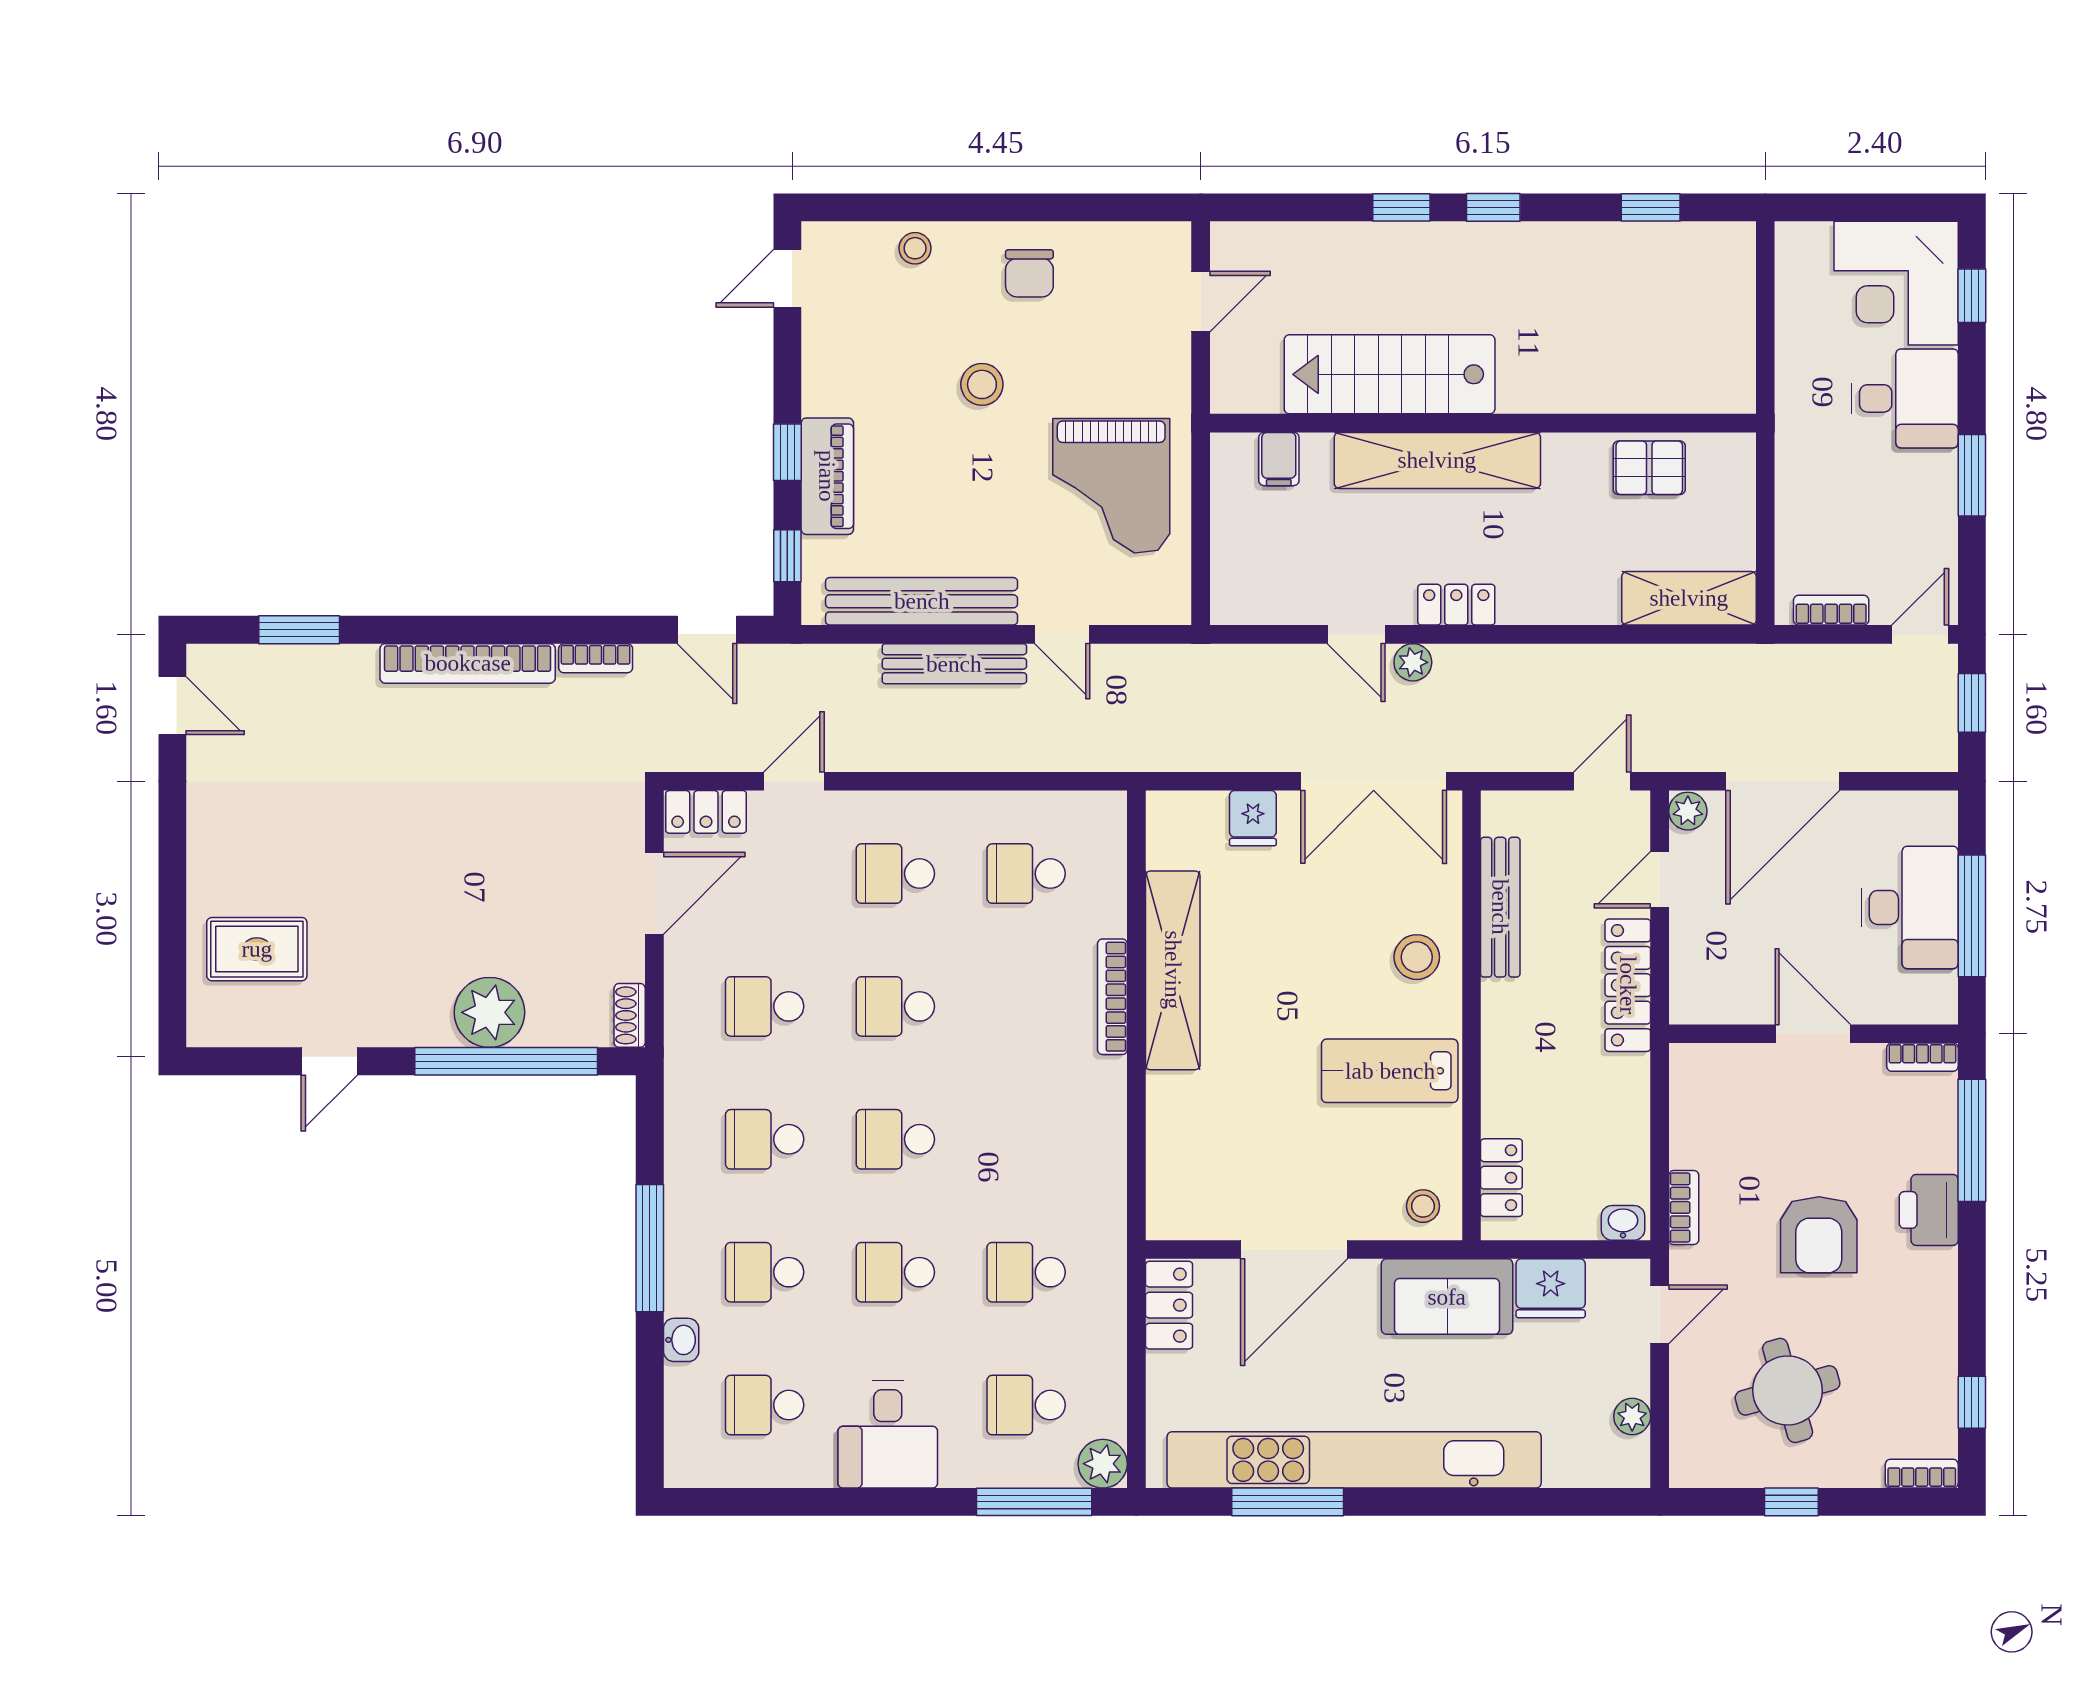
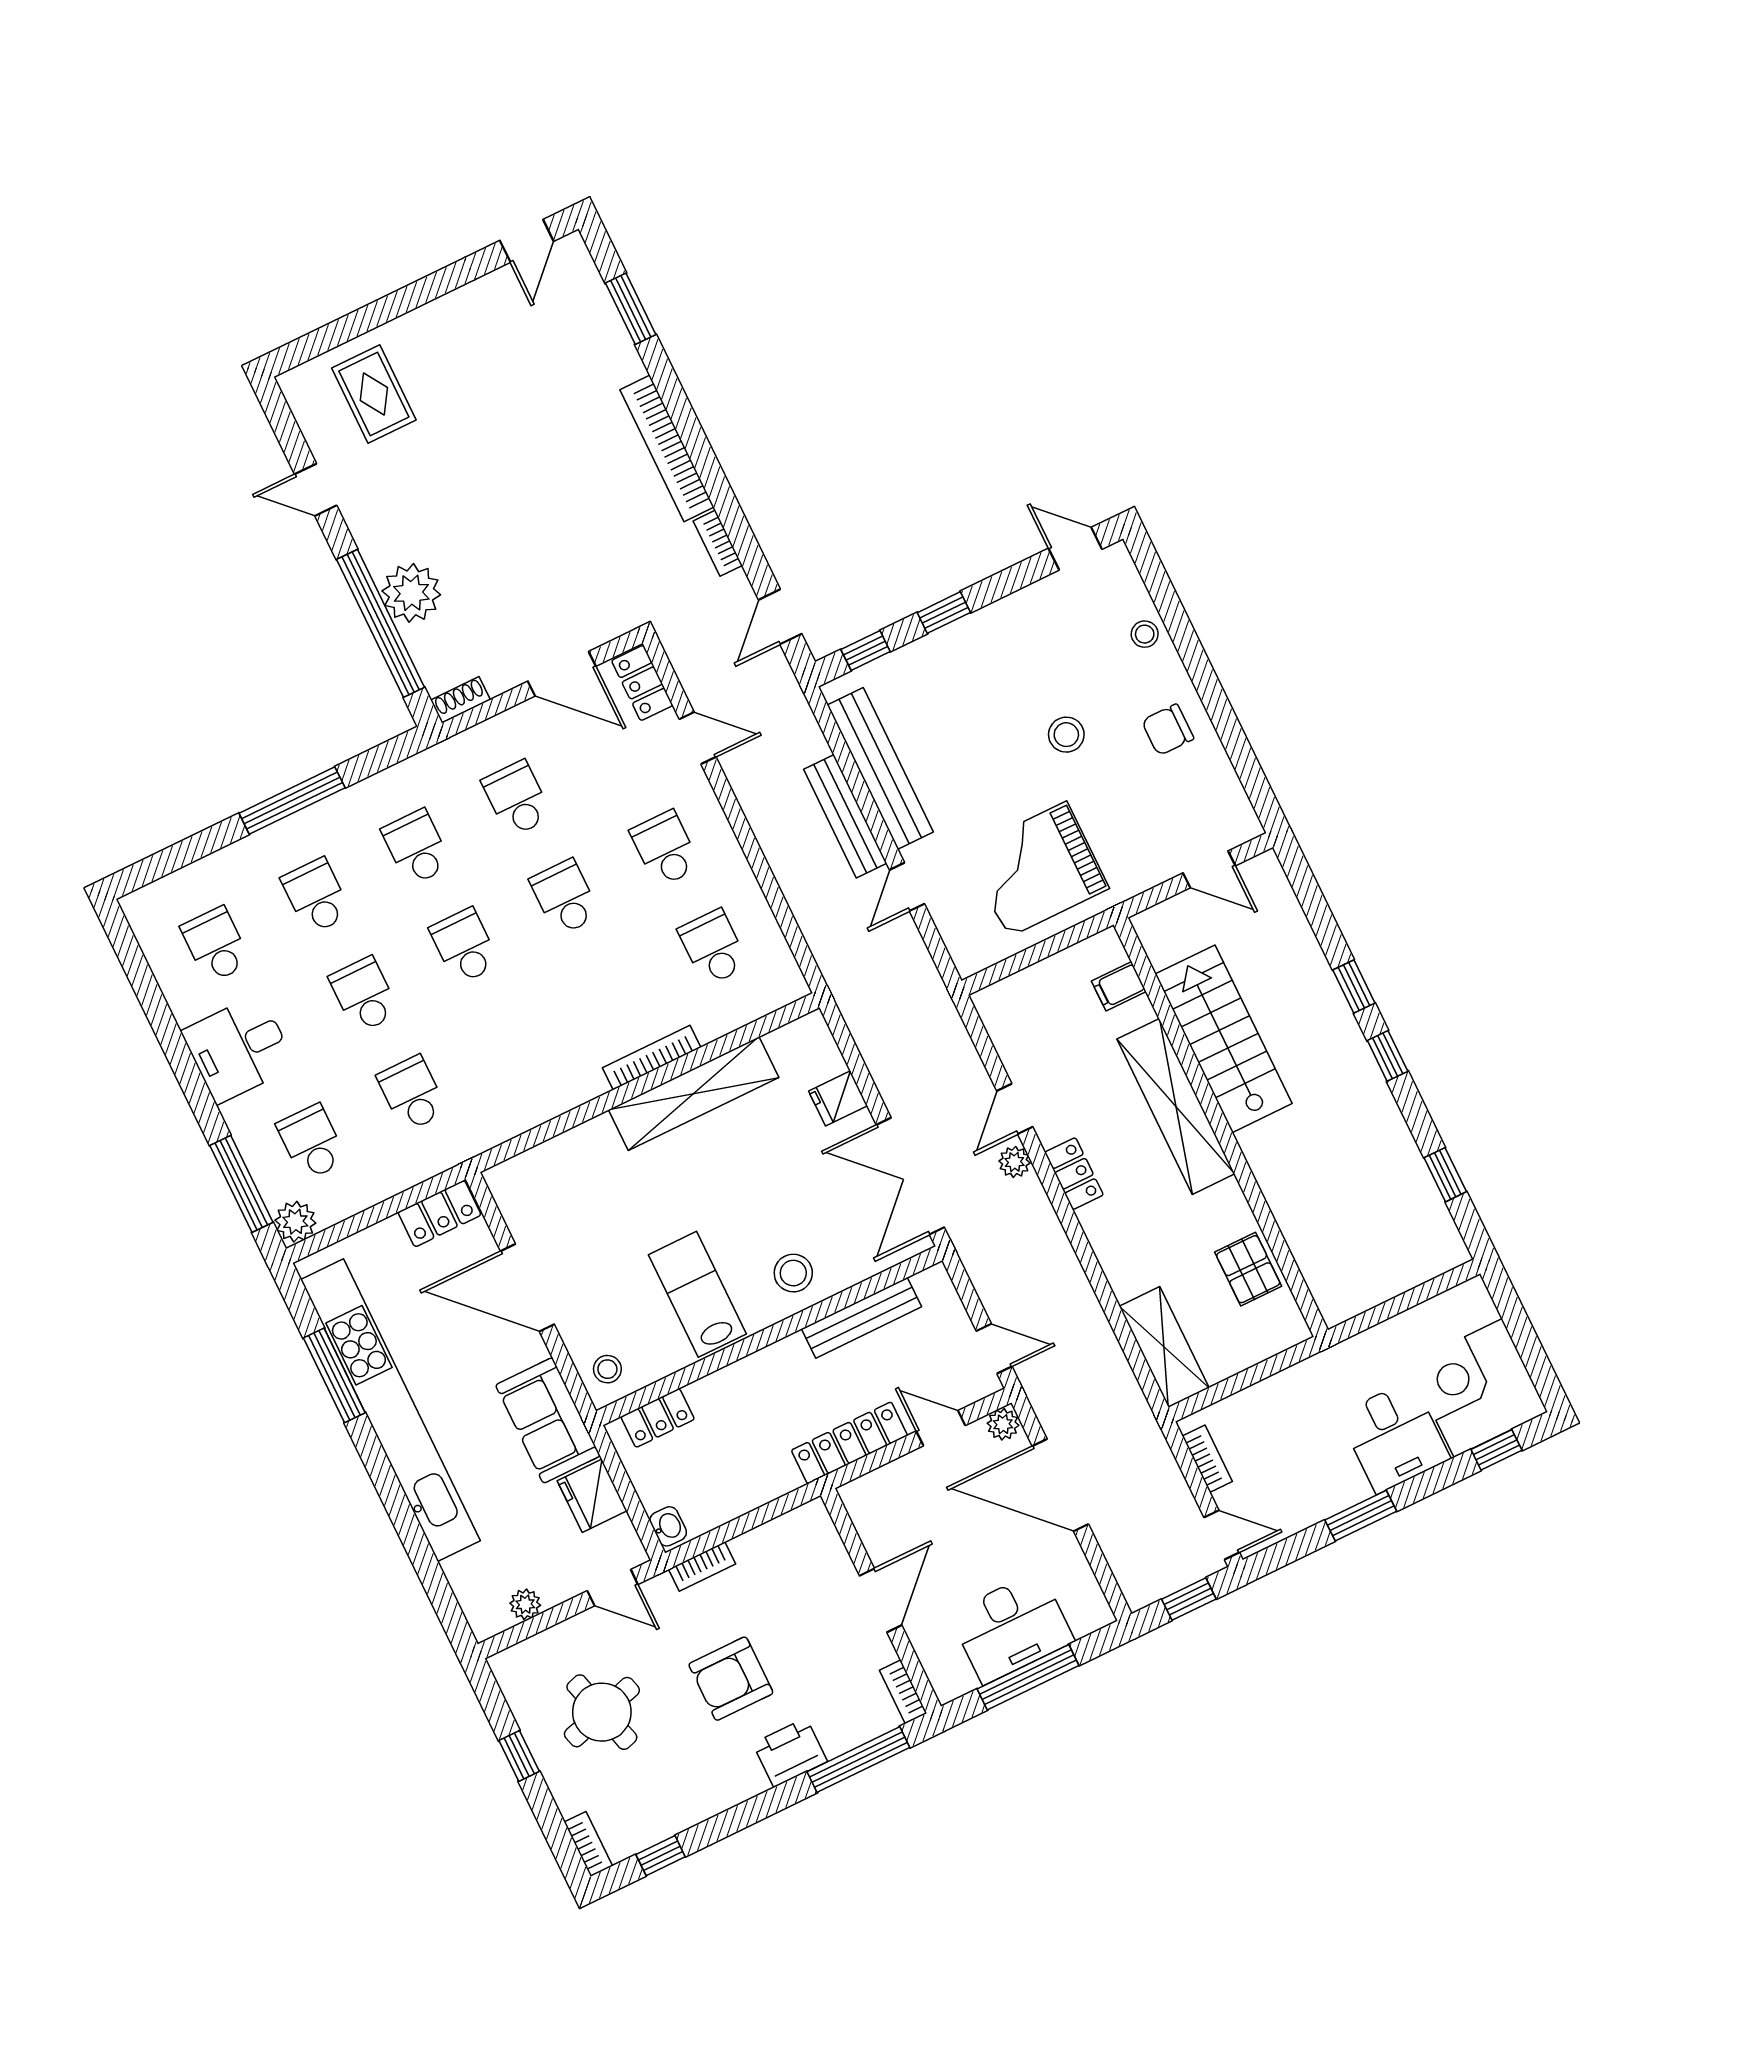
piano: (827, 476) -> (940, 651), removed
washbasin: (681, 1340) -> (234, 858), removed

